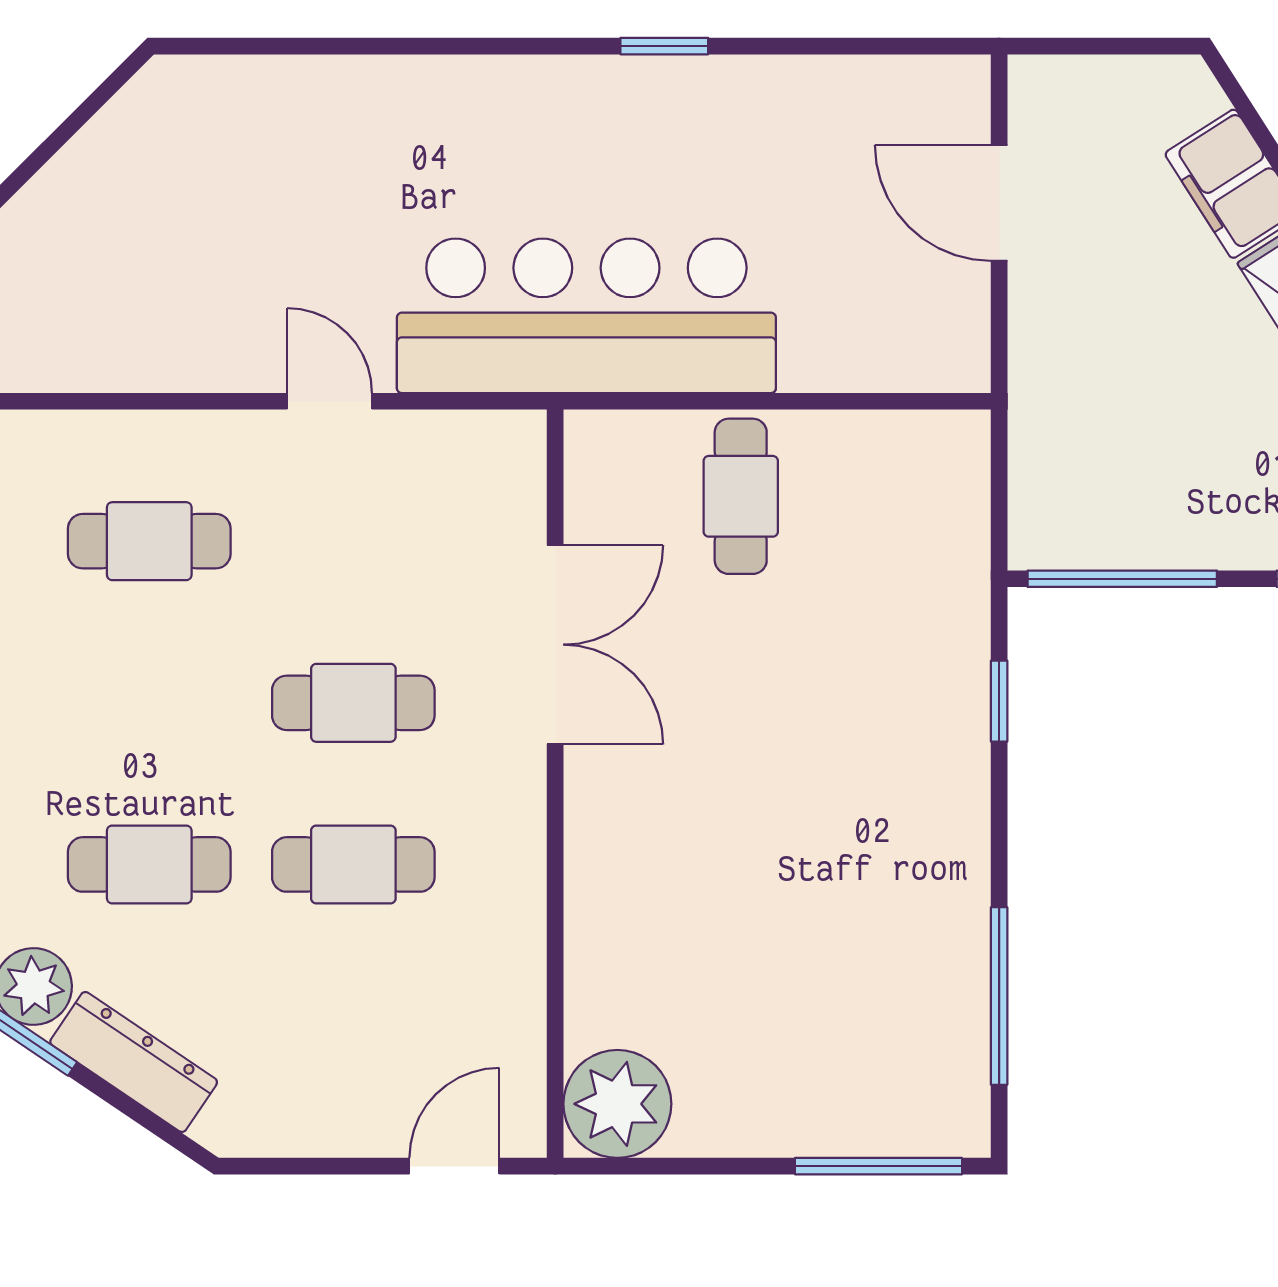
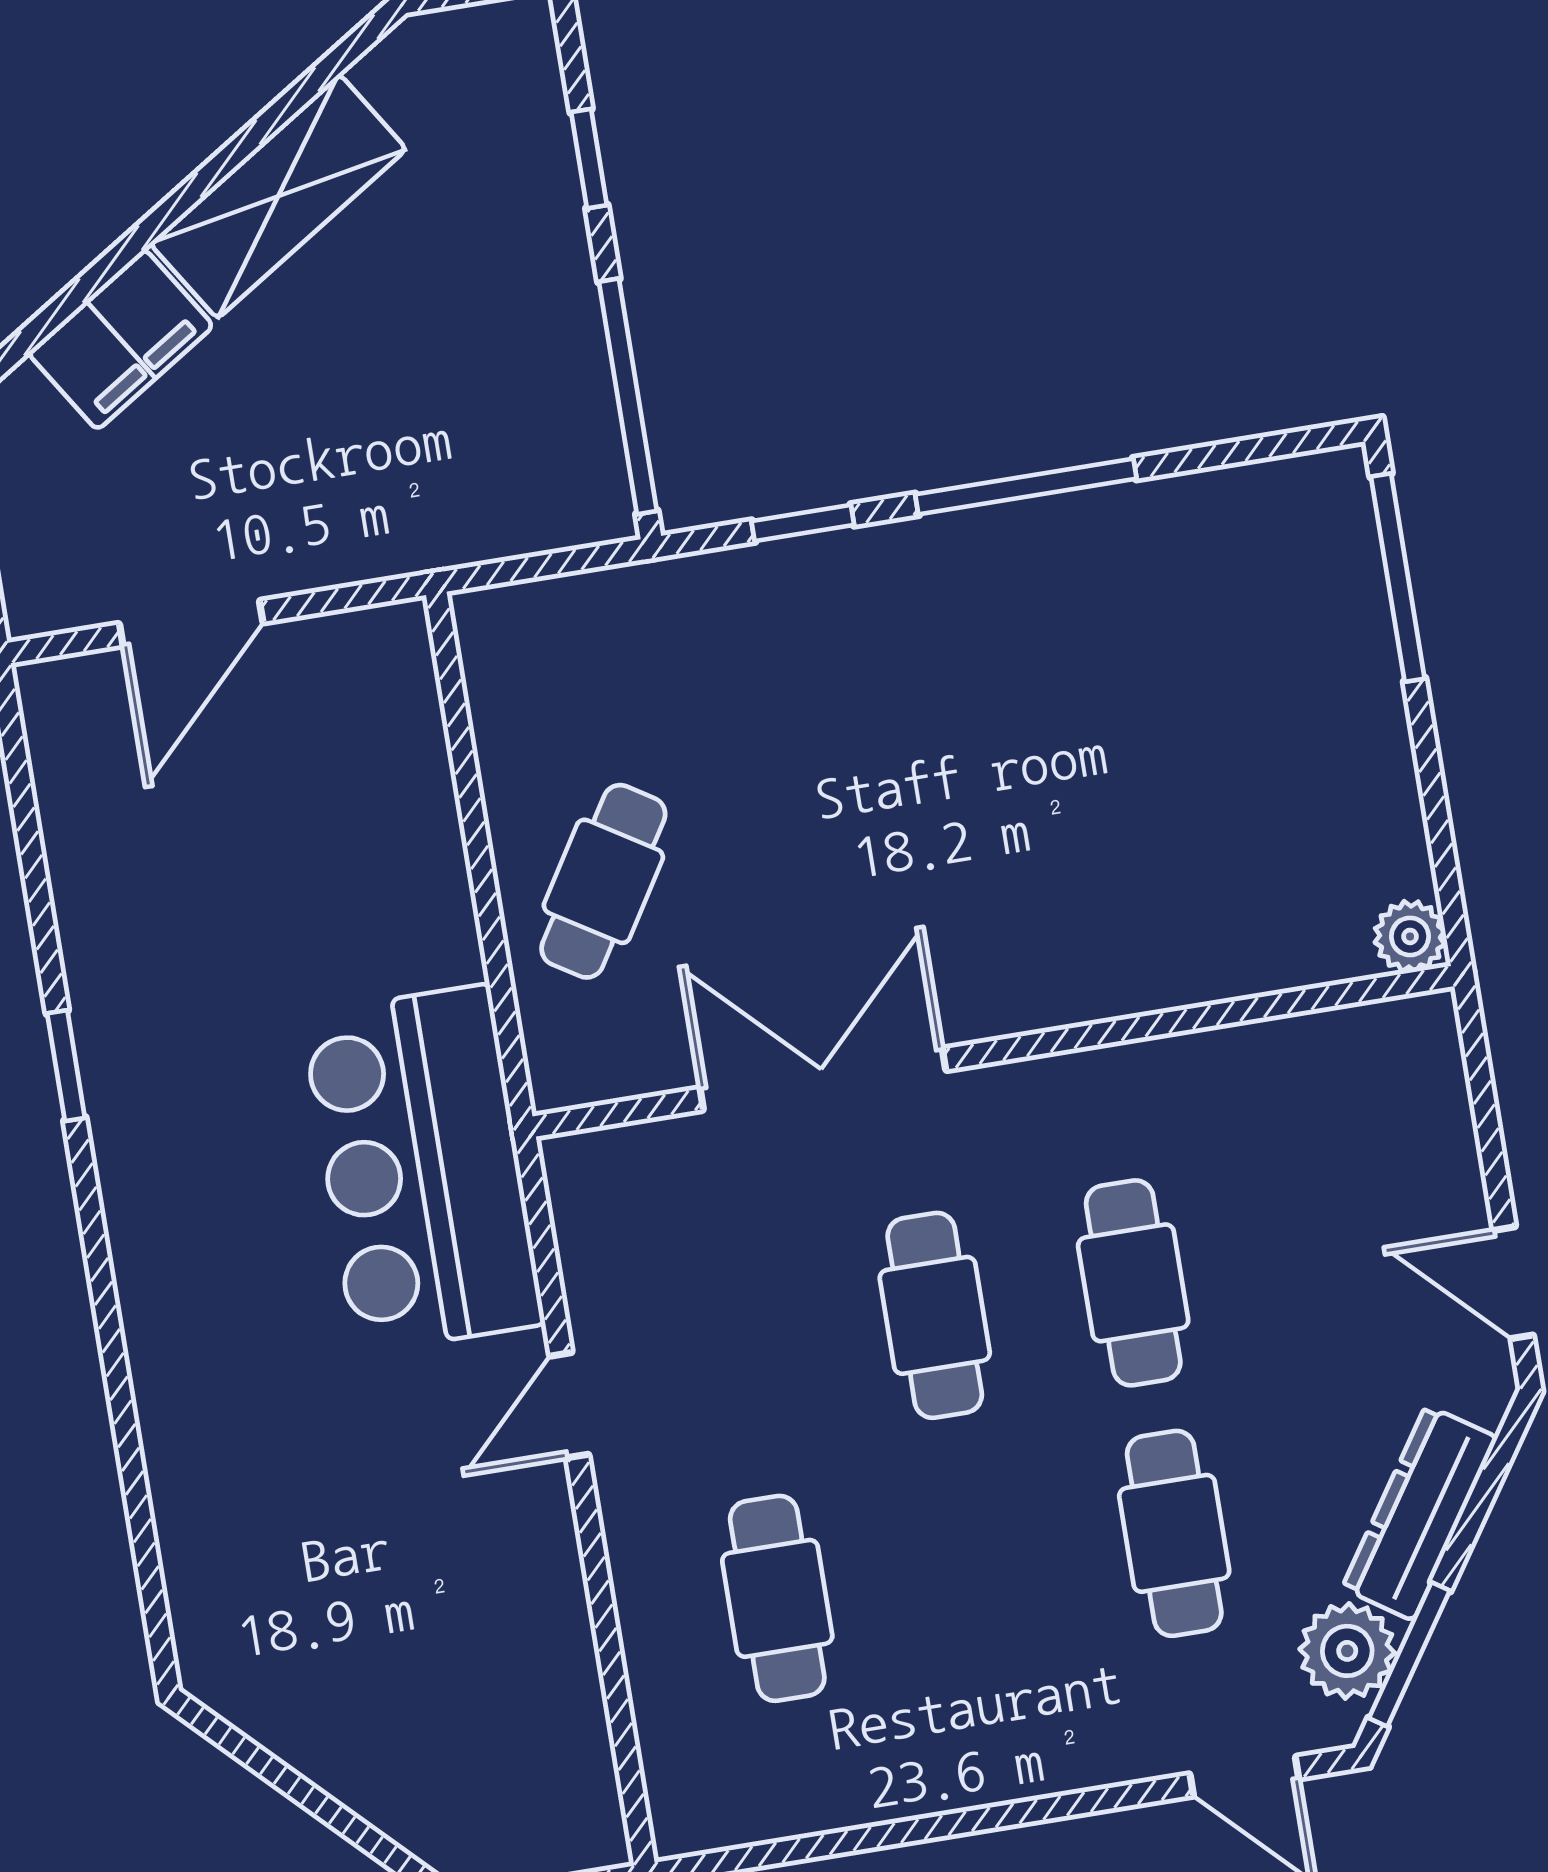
bar counter: (586, 316) -> (423, 1169), width x0.73
cafe table: (741, 496) -> (603, 881), turned -58
window: (999, 996) -> (1026, 486), moved
plant: (617, 1104) -> (1410, 936), width x0.53, depth x0.53
door: (454, 1166) -> (1513, 1283), moved

